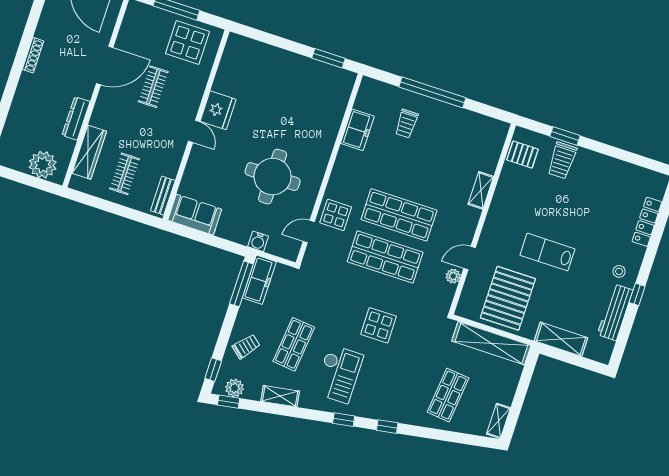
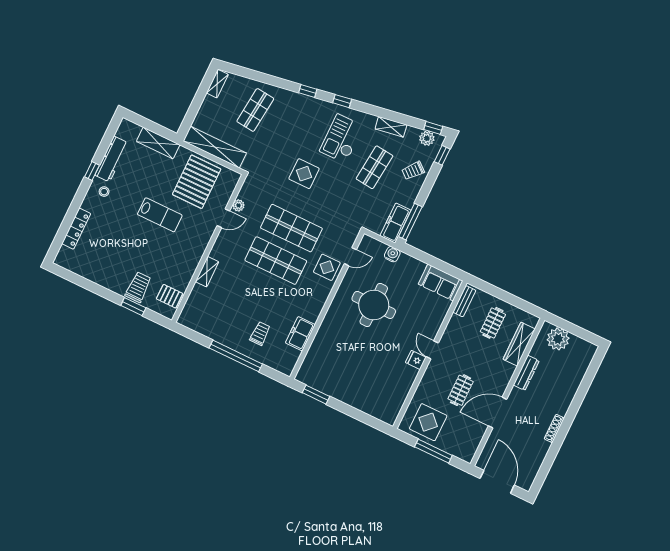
fridge: (218, 110) -> (416, 360), width x0.53, depth x0.75

